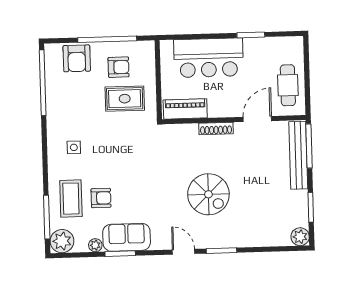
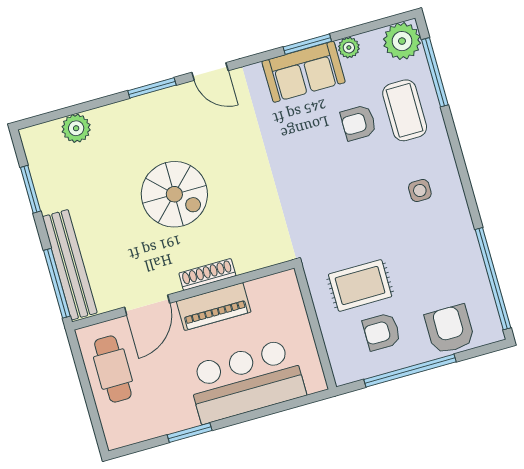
piano: (185, 109) -> (214, 307), moved
spiral stairs: (208, 194) -> (174, 194), moved, turned 180
plant: (300, 237) -> (76, 128), moved

